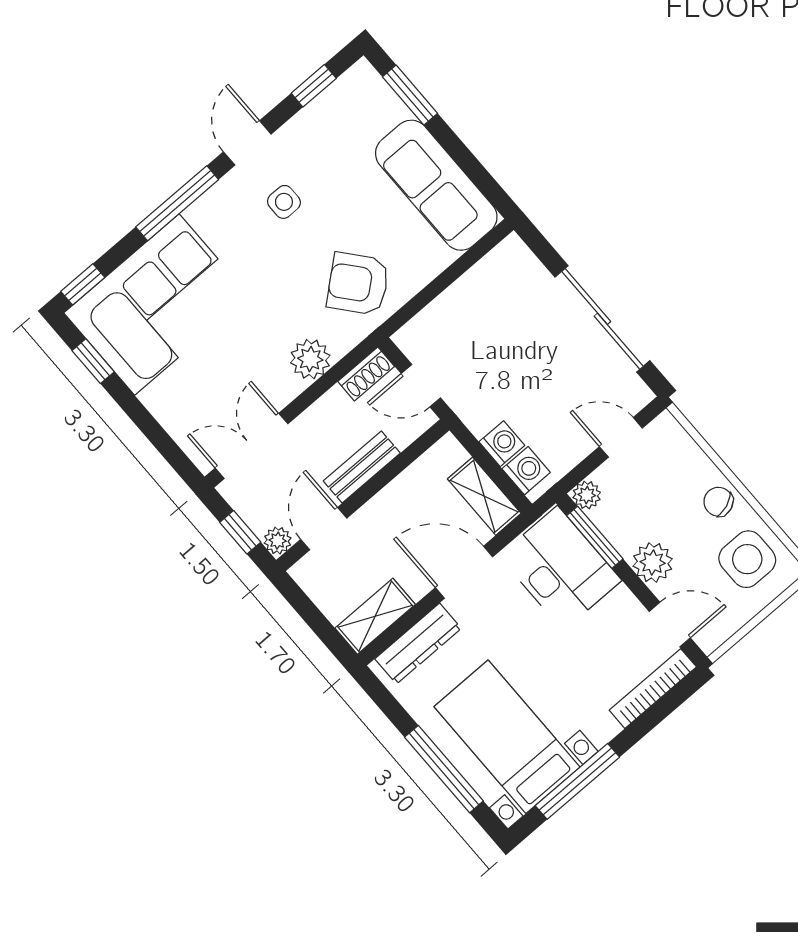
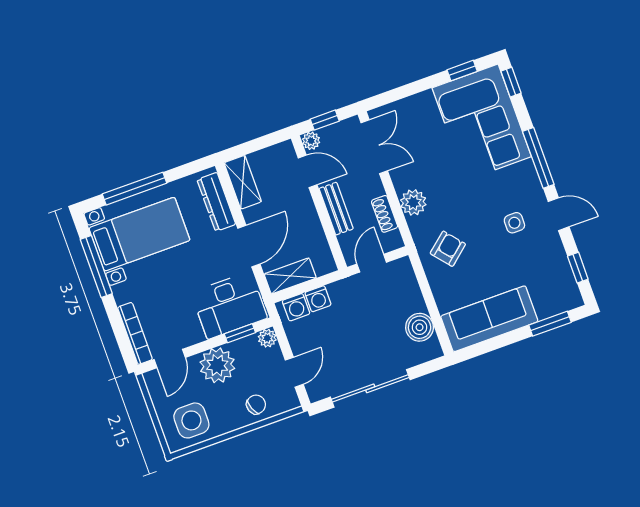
boiler: (487, 281) -> (420, 327), added
armchair: (358, 284) -> (448, 249), width x0.72, depth x0.72
shoe rack: (366, 374) -> (385, 214), moved
chair: (718, 502) -> (256, 404), moved
window: (595, 537) -> (240, 333), width x0.67
plant: (653, 563) -> (217, 365), width x1.36, depth x1.36

